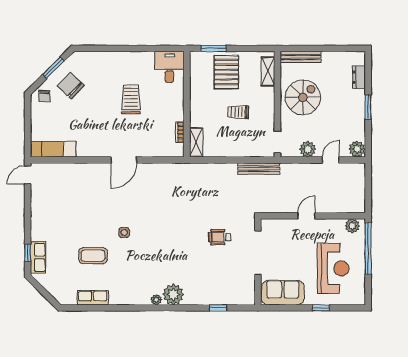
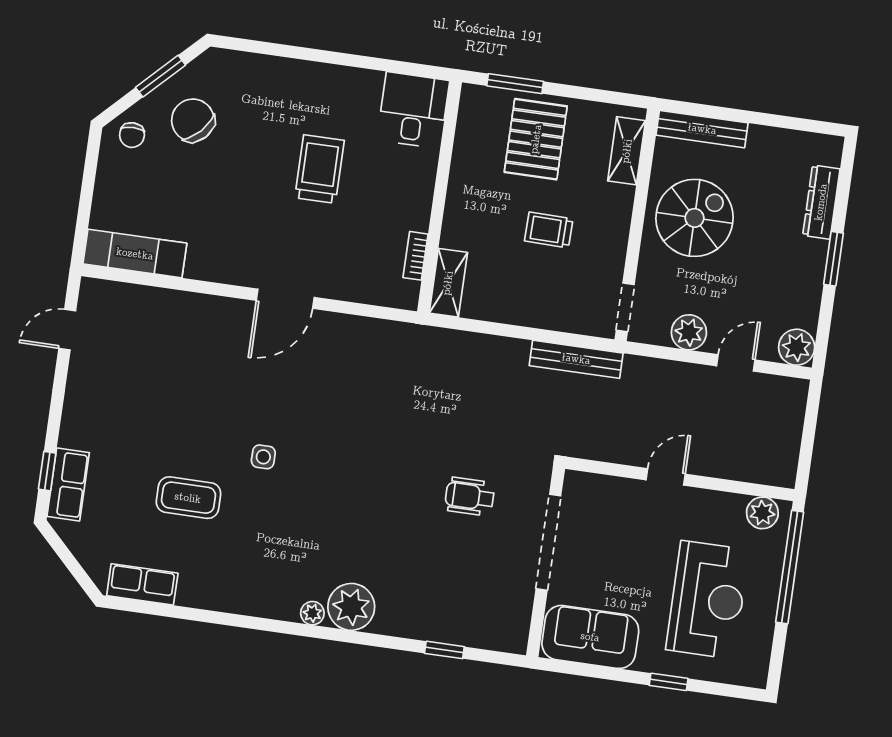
dresser: (359, 77) -> (821, 202), width x1.44
door: (28, 175) -> (67, 330), moved
row of seats: (93, 298) -> (142, 584), moved

